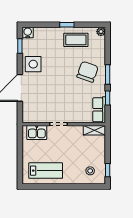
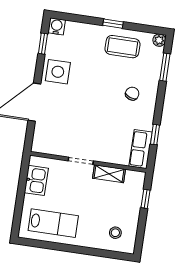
chair: (88, 72) -> (132, 94), width x0.54, depth x0.54
window: (108, 74) -> (165, 67), moved
shelving: (94, 130) -> (109, 174), moved
kitchen sink: (37, 132) -> (36, 180), moved, turned -90
window: (108, 170) -> (145, 199), moved

